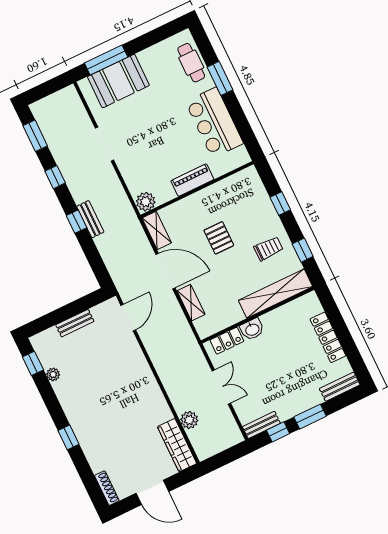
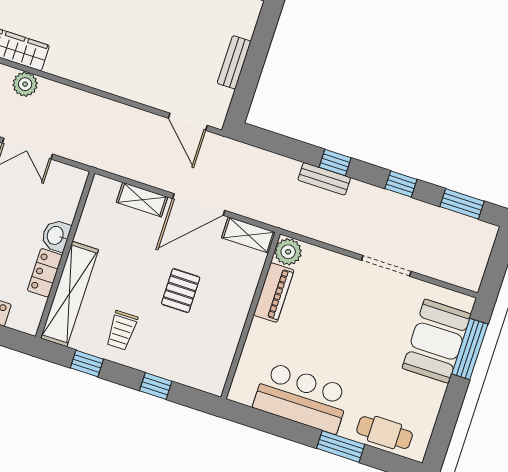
piano: (192, 180) -> (274, 292), moved
pallet: (219, 238) -> (181, 291), turned 90
locker: (227, 341) -> (45, 273), moved

